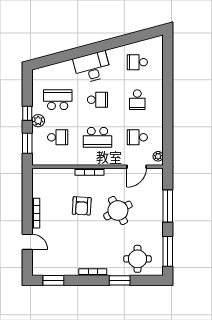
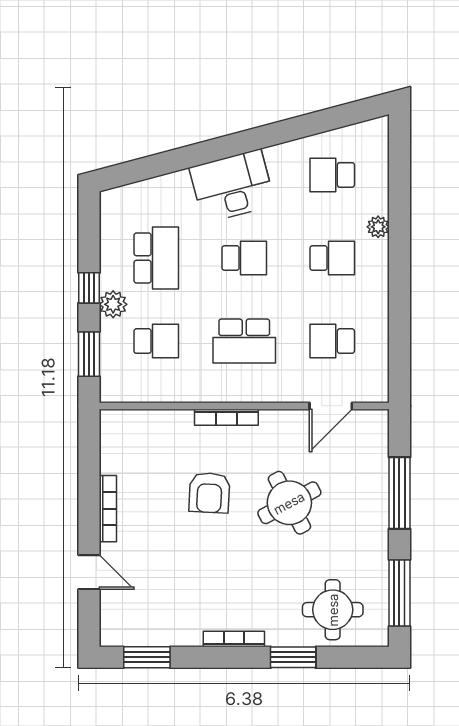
school desk: (58, 100) -> (156, 258), turned 90
school desk: (137, 100) -> (332, 258), turned -90
plant: (158, 156) -> (378, 227), moved

